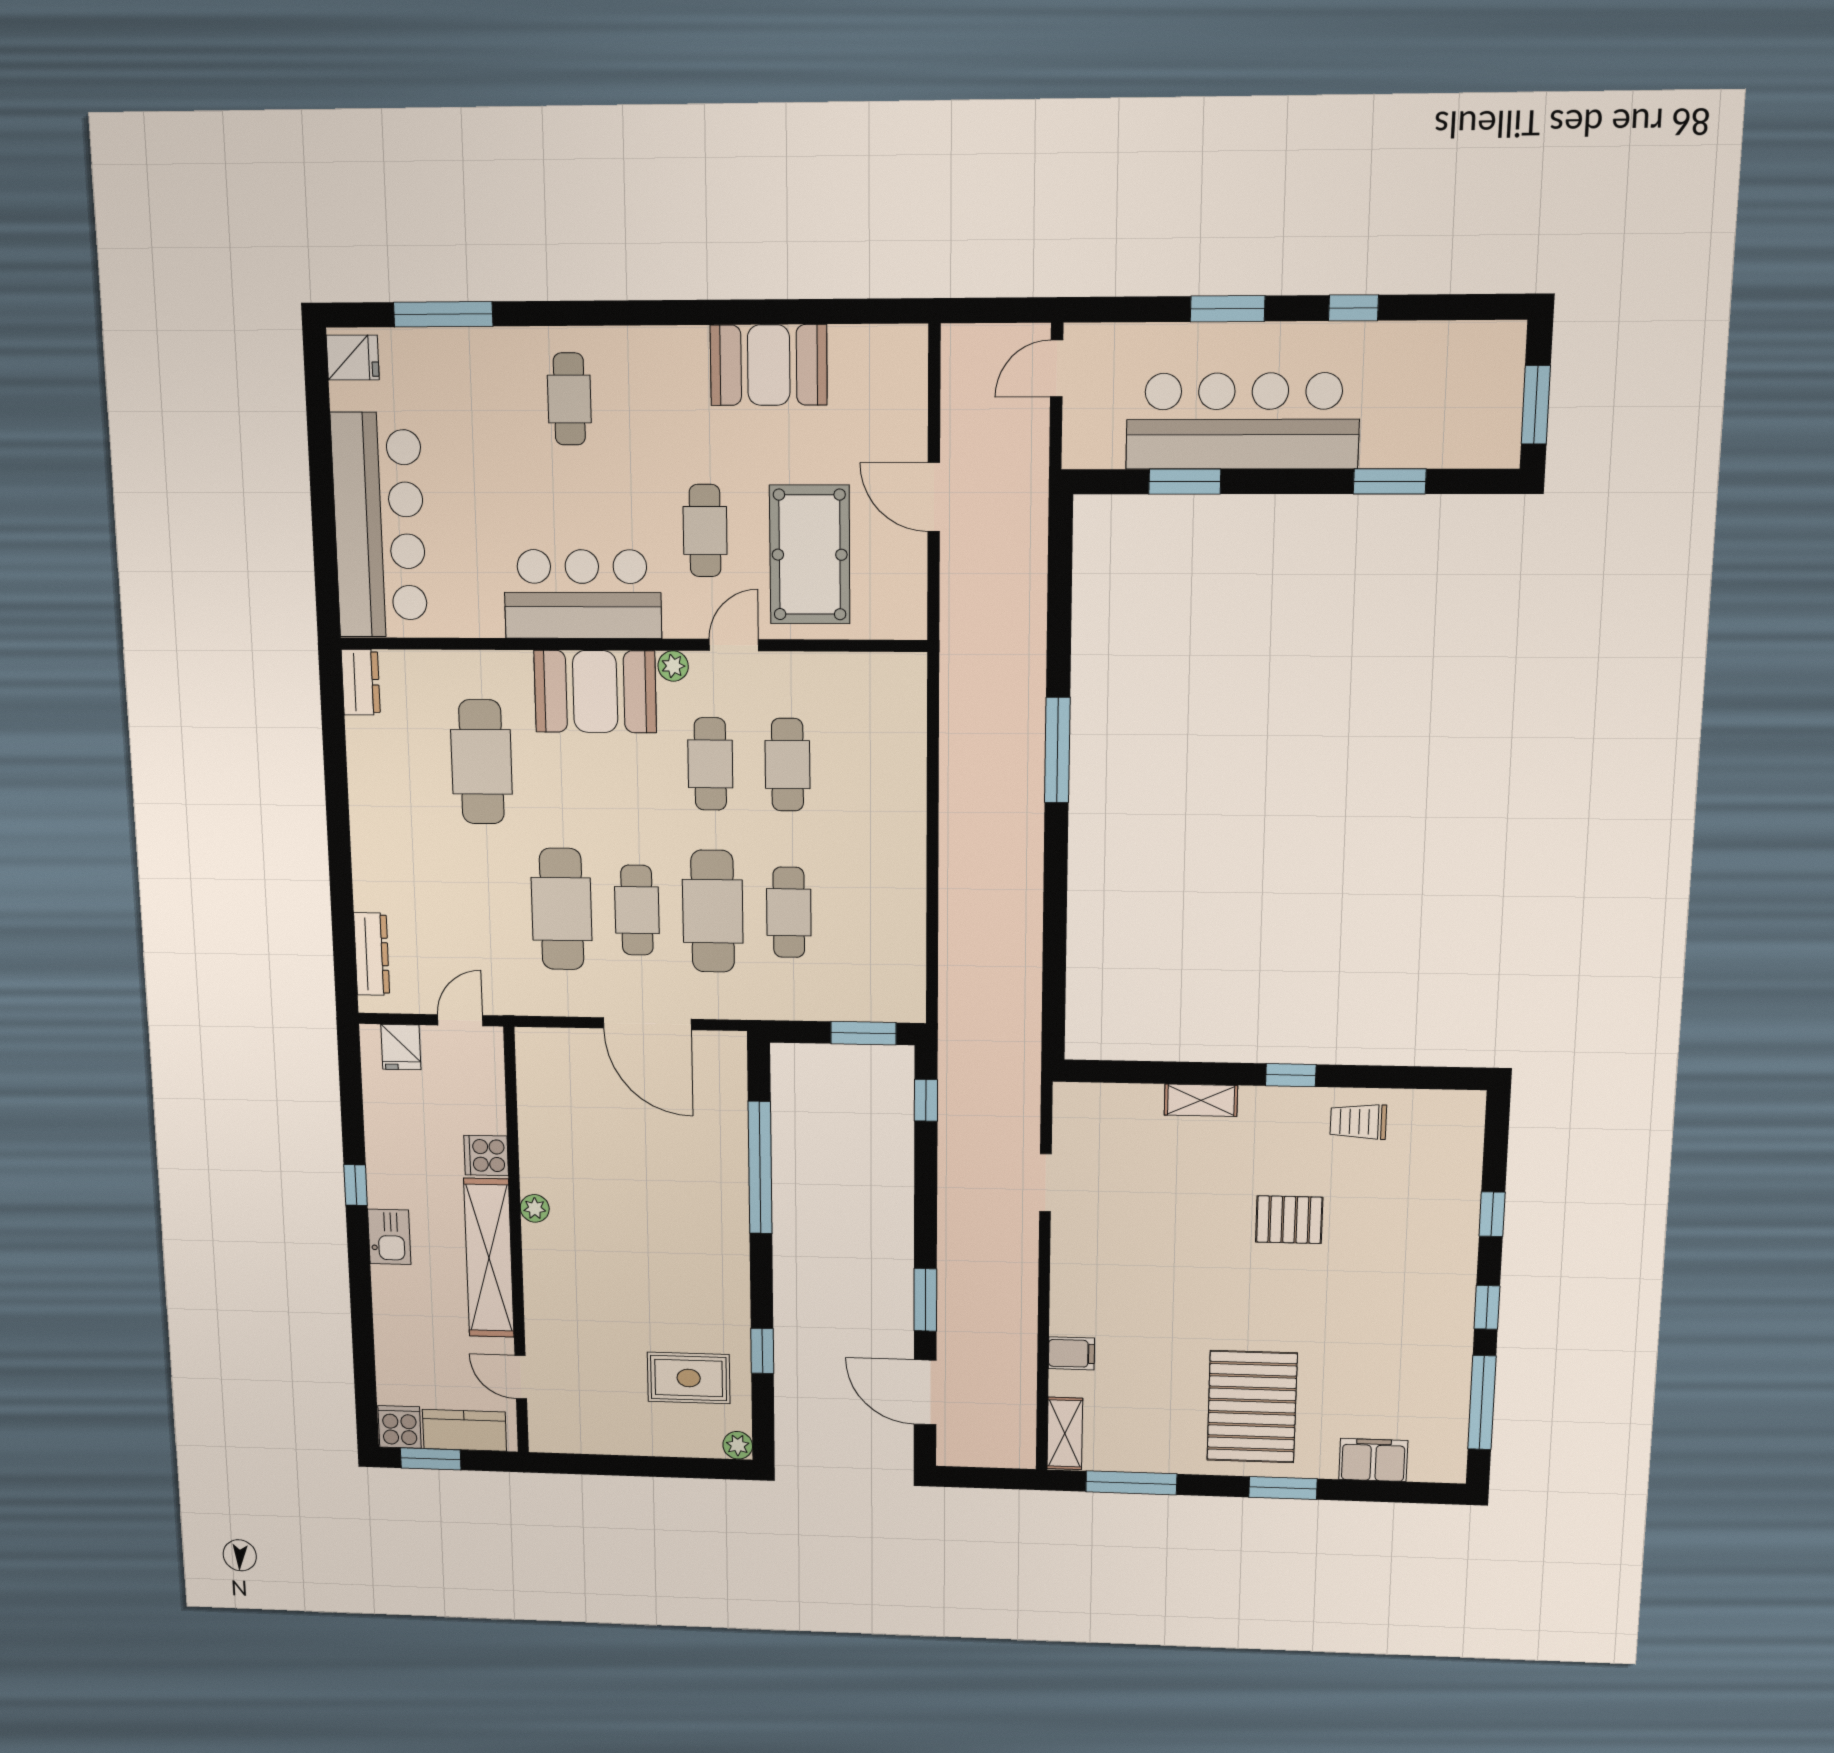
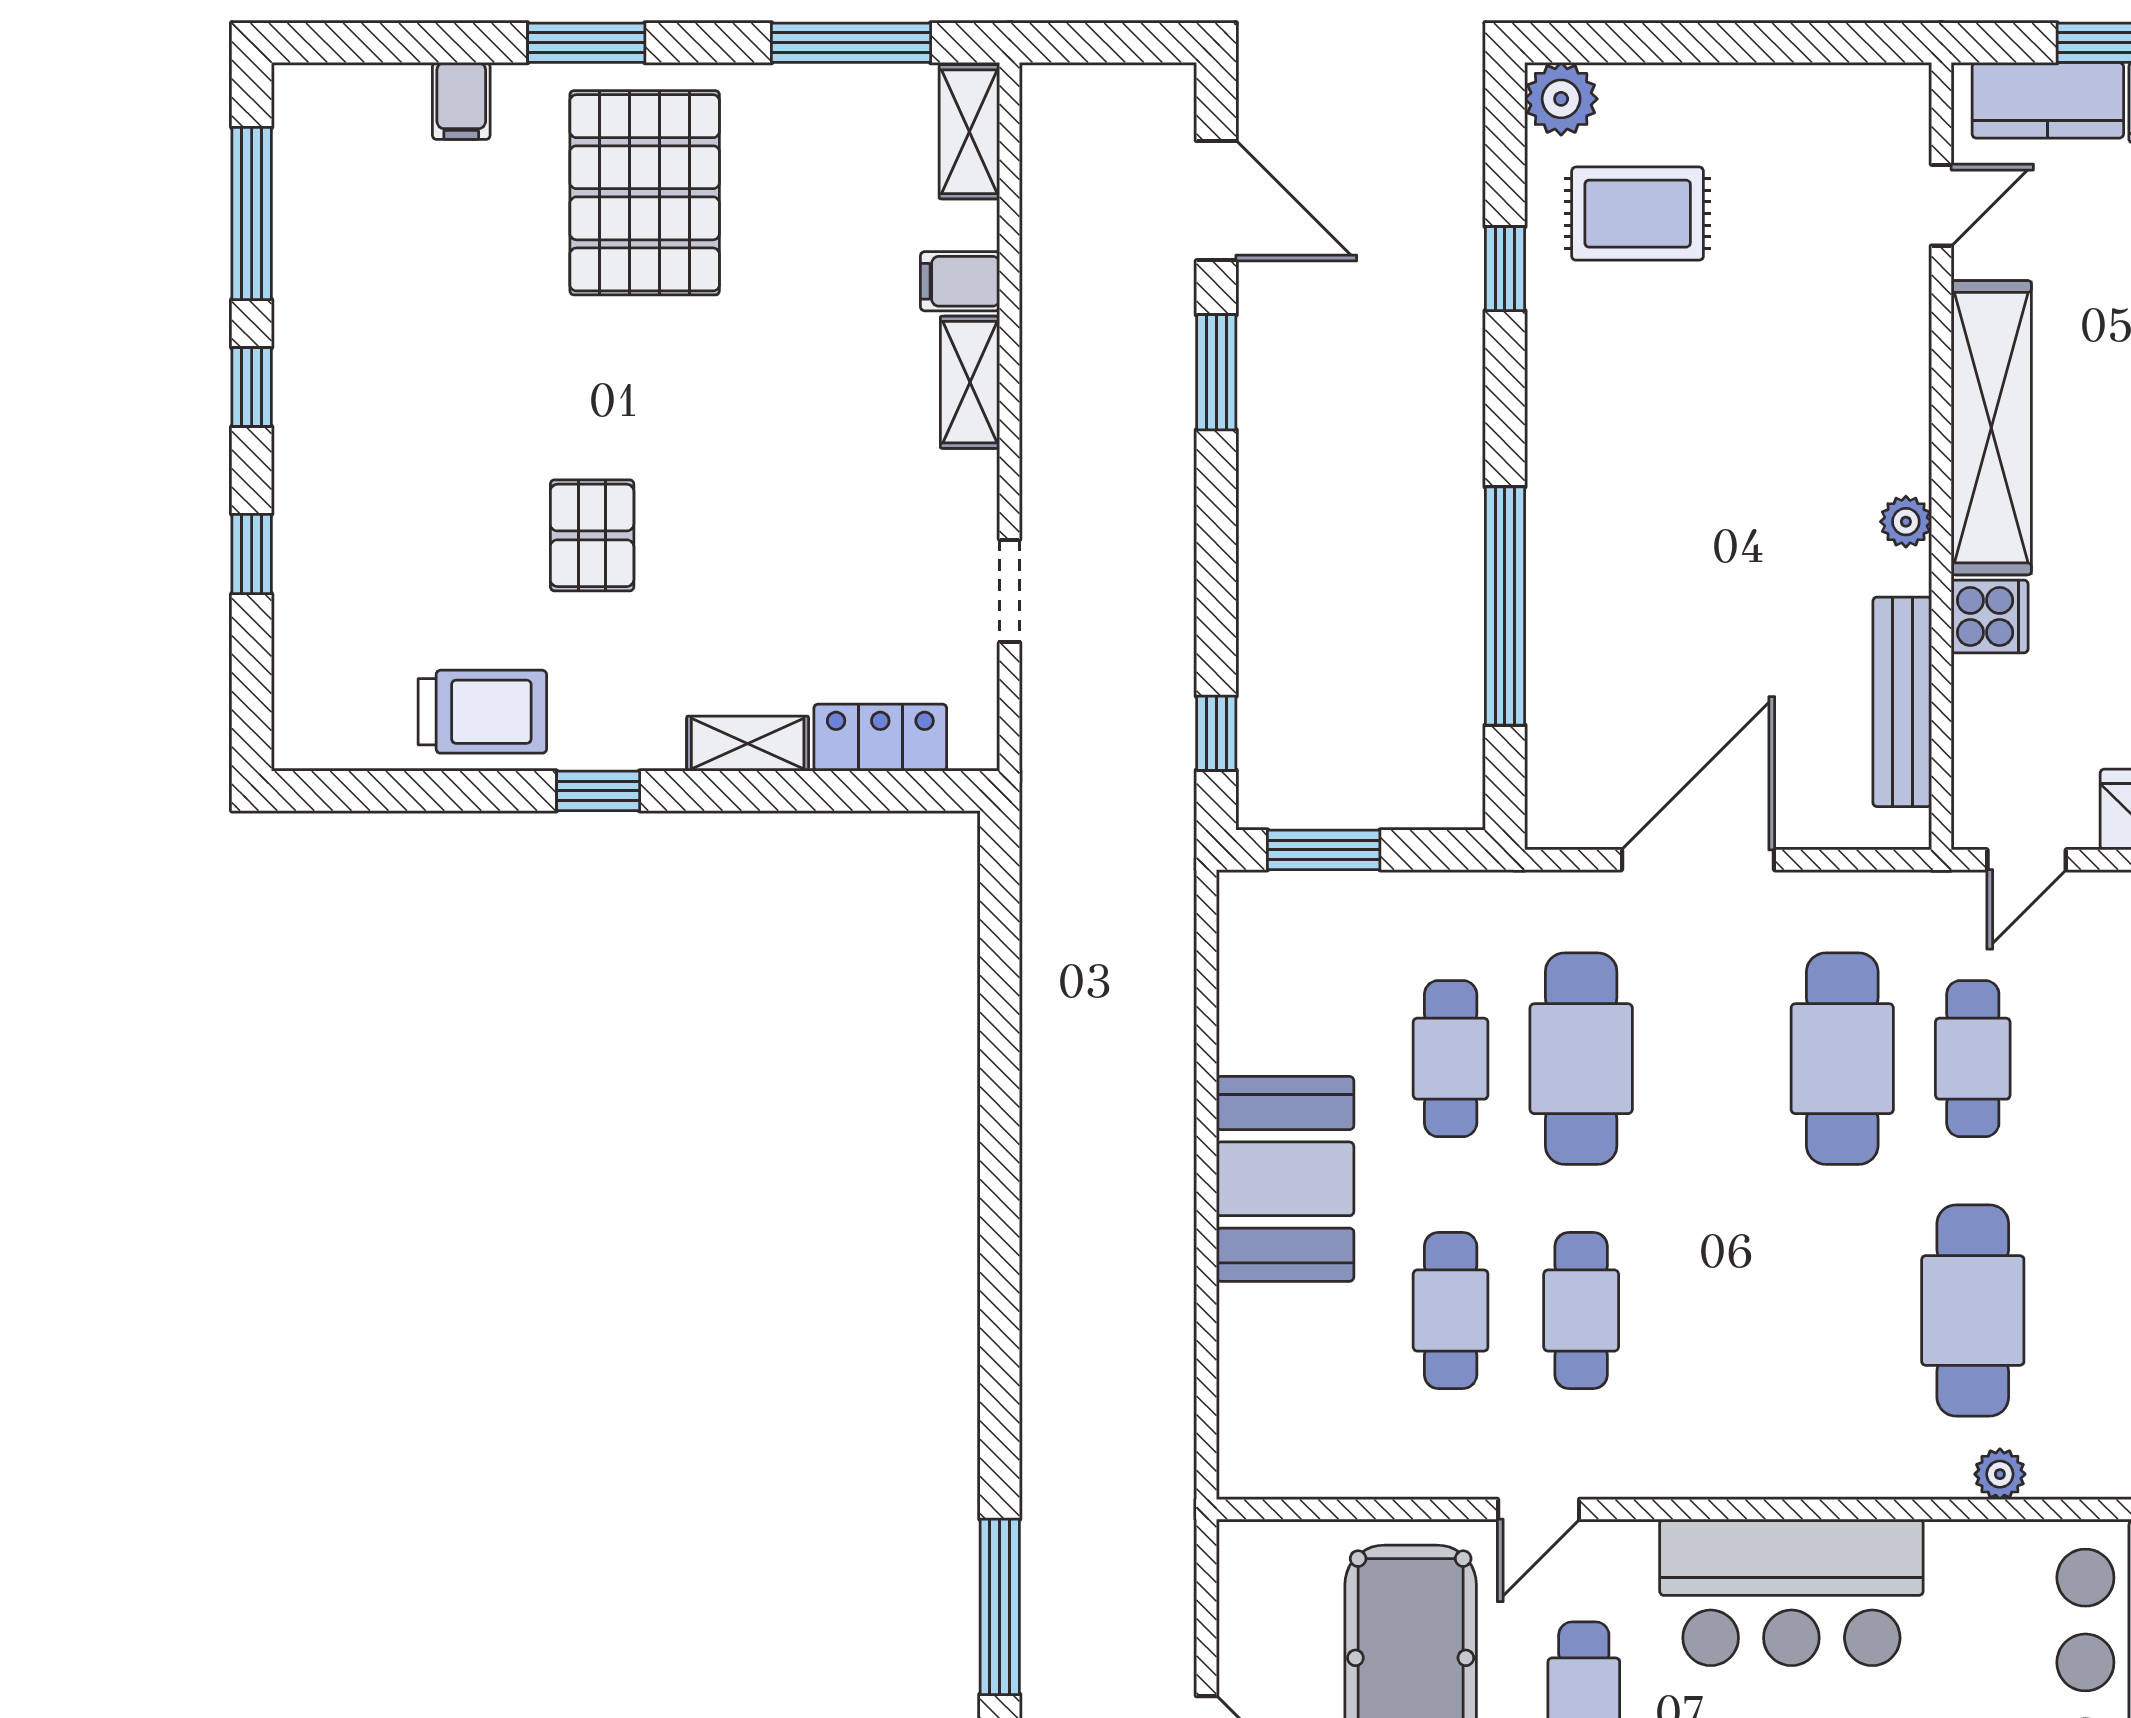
plant: (673, 666) -> (2000, 1474), moved
booth: (595, 692) -> (1285, 1179), moved, turned 90
window: (1057, 750) -> (1000, 1607), moved
cafe table: (637, 910) -> (1973, 1059), moved
door: (647, 1024) -> (1698, 860), hinge flipped
locker: (1123, 1102) -> (880, 738), added
bench: (534, 1110) -> (1902, 702), added
trolley: (1358, 1122) -> (482, 712), width x1.36, depth x1.39
pallet: (1289, 1220) -> (592, 535), turned 90
shelving: (1067, 1298) -> (970, 382), added
door: (521, 1377) -> (1941, 205), hinge flipped
plant: (738, 1445) -> (1561, 99), width x1.38, depth x1.38
filing cabinet: (1373, 1460) -> (461, 101), width x0.50

